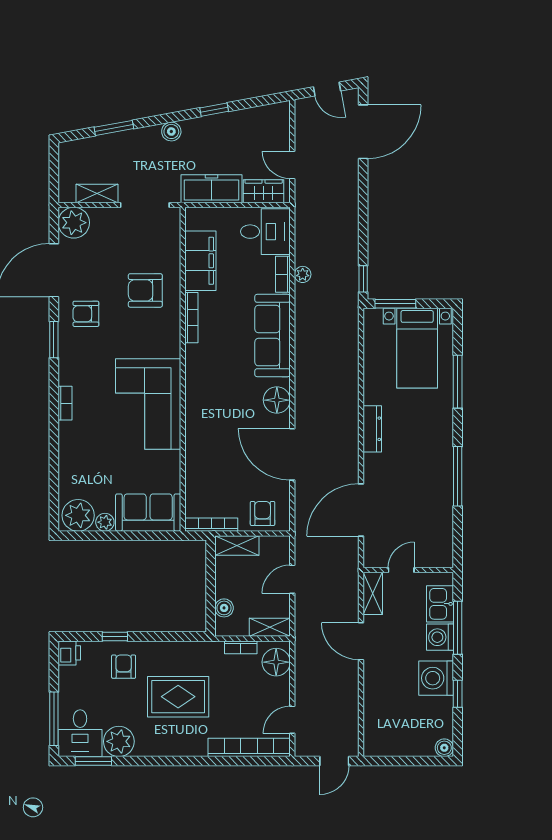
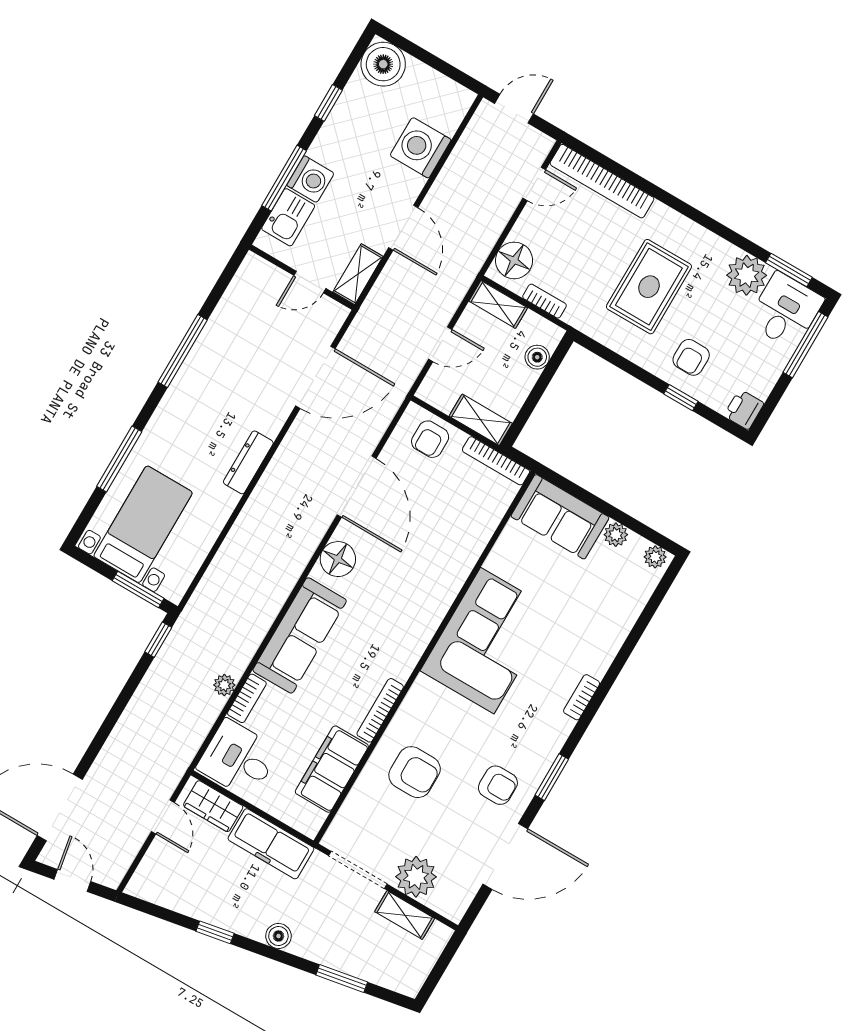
plant: (74, 223) -> (416, 877), moved
plant: (78, 515) -> (655, 557), width x0.53, depth x0.53
washing machine: (436, 678) -> (421, 148), moved, turned 180
rug: (178, 697) -> (649, 287), turned 90
boiler: (444, 748) -> (383, 64), width x1.86, depth x1.86

